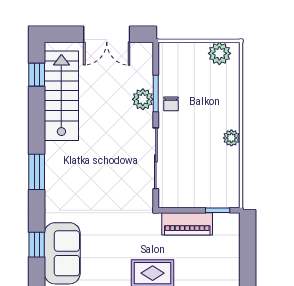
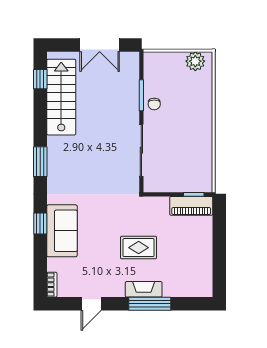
plant: (143, 99) -> (130, 100), removed
plant: (231, 138) -> (205, 133), removed
piano: (187, 224) -> (191, 206), moved

